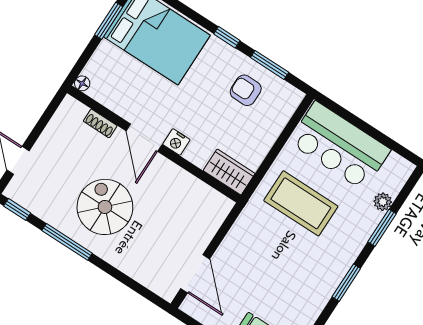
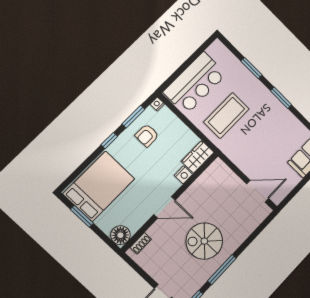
floor lamp: (82, 83) -> (120, 235), width x1.89, depth x1.89
nightstand: (296, 96) -> (157, 104), added
shoe rack: (100, 123) -> (141, 243), moved
nightstand: (176, 142) -> (183, 175), moved
plant: (383, 202) -> (235, 64), removed

